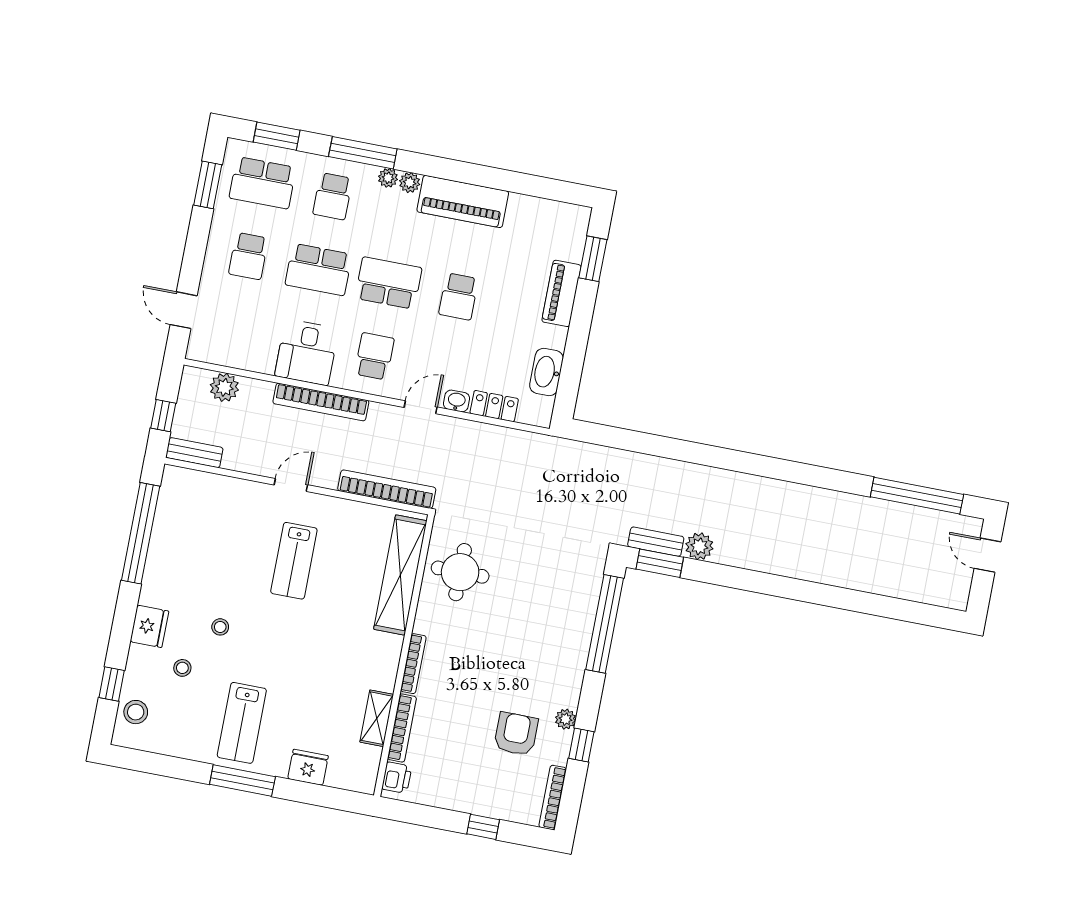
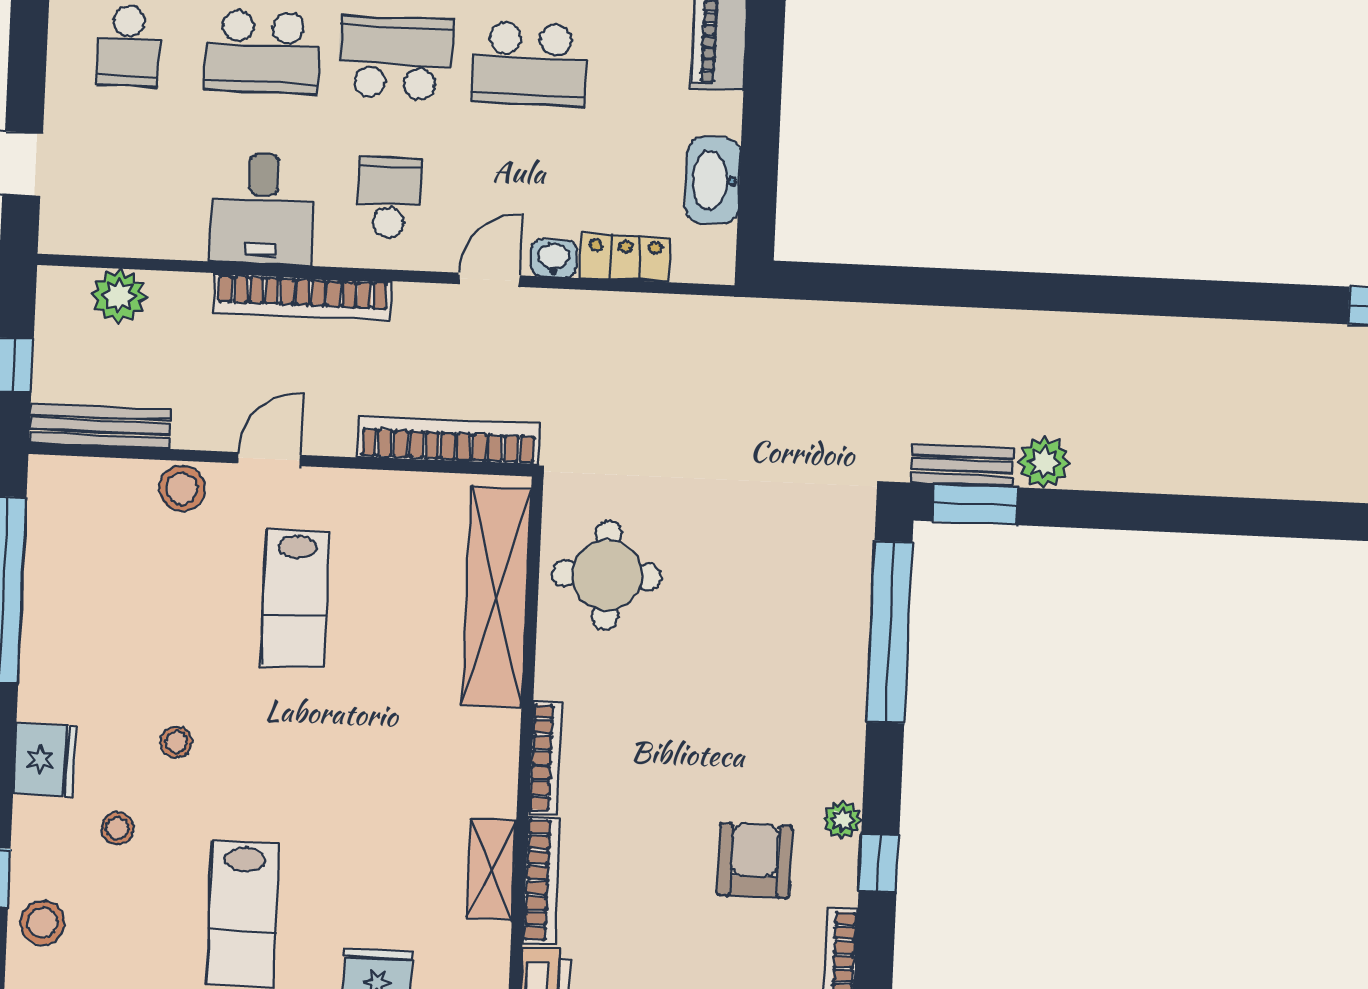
school desk: (459, 296) -> (529, 64), width x1.85
bench: (194, 453) -> (100, 426), width x1.36
stool: (243, 494) -> (182, 489), added

